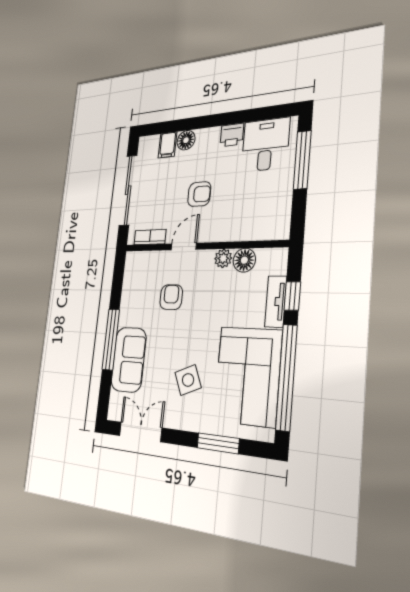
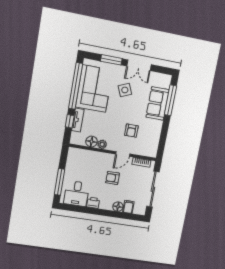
window: (111, 339) -> (170, 100), moved
double door: (140, 432) -> (139, 65), moved

